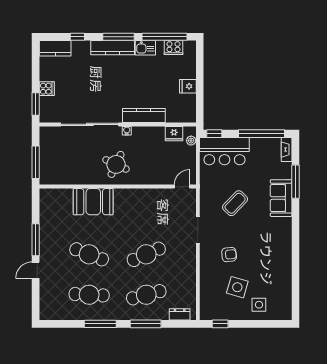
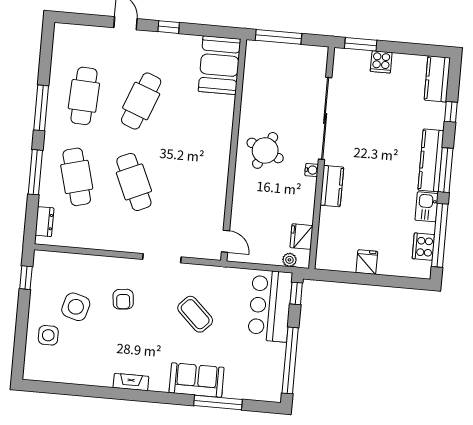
kitchen counter: (144, 115) -> (332, 186), width x0.67
fireplace: (287, 150) -> (131, 382), moved
booth: (93, 202) -> (220, 65), moved
window: (36, 240) -> (169, 27), width x0.46

